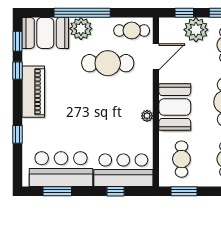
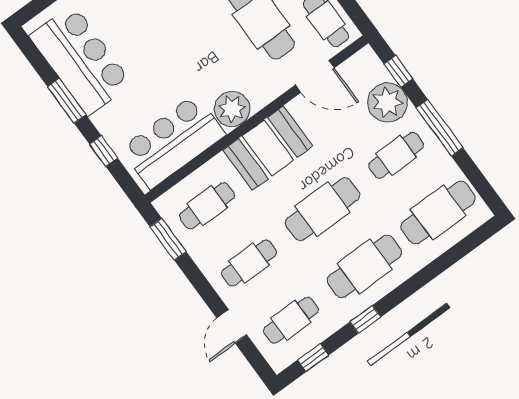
plant: (147, 116) -> (232, 109), width x1.87, depth x1.87
bar counter: (123, 170) -> (173, 141), moved, turned -90
window: (57, 191) -> (67, 101), moved

